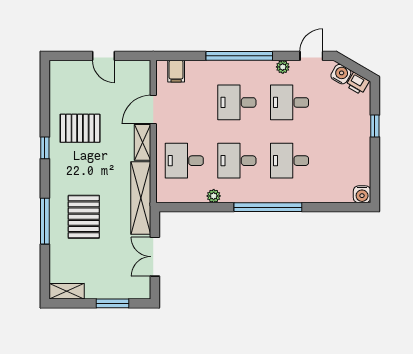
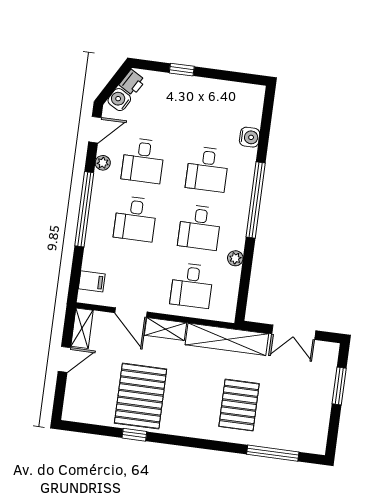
door: (311, 56) -> (95, 130), swing flipped
pallet: (80, 128) -> (141, 396), width x1.37, depth x1.41
window: (45, 148) -> (134, 435), moved
water cooler: (362, 194) -> (250, 137), moved
pallet: (84, 217) -> (239, 405), turned 90
window: (45, 221) -> (273, 453), moved
shelving: (67, 291) -> (82, 328), moved

